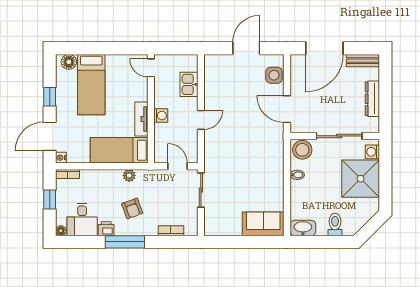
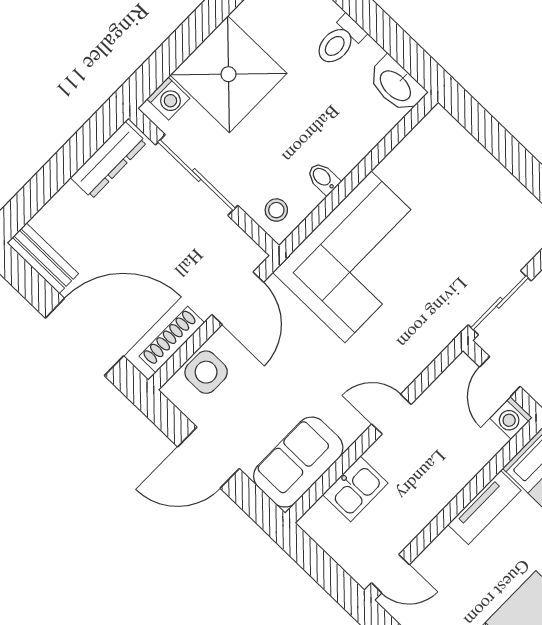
door: (151, 68) -> (390, 574), hinge flipped
shoe rack: (295, 75) -> (172, 339), added
dresser: (372, 99) -> (109, 160), moved
washing machine: (161, 116) -> (511, 418), moved, turned -90
stool: (302, 150) -> (276, 210), width x0.53, depth x0.53
corner sofa: (261, 160) -> (358, 257), added
sofa: (263, 224) -> (298, 462), moved, turned 90

